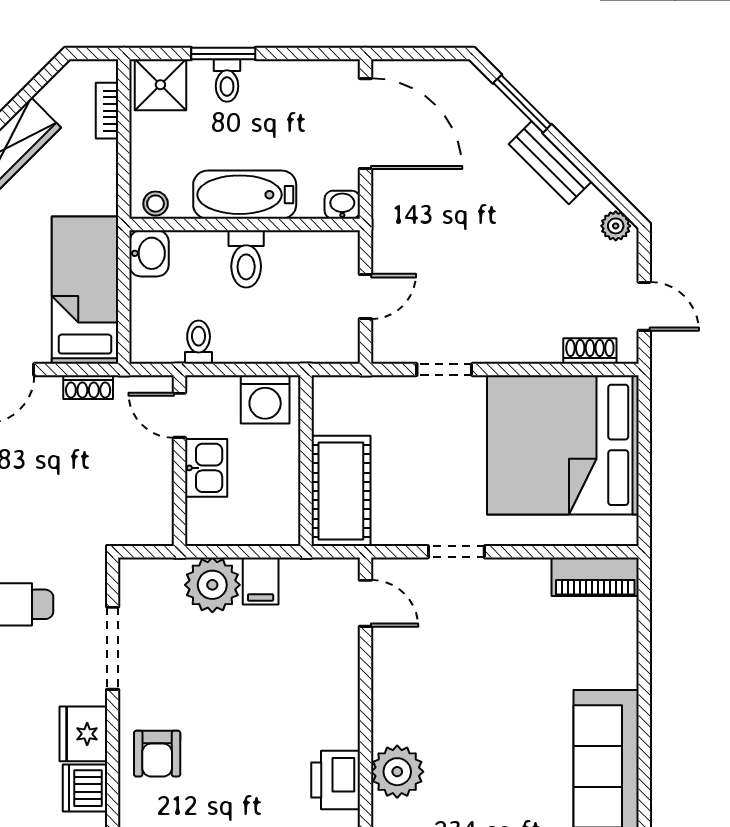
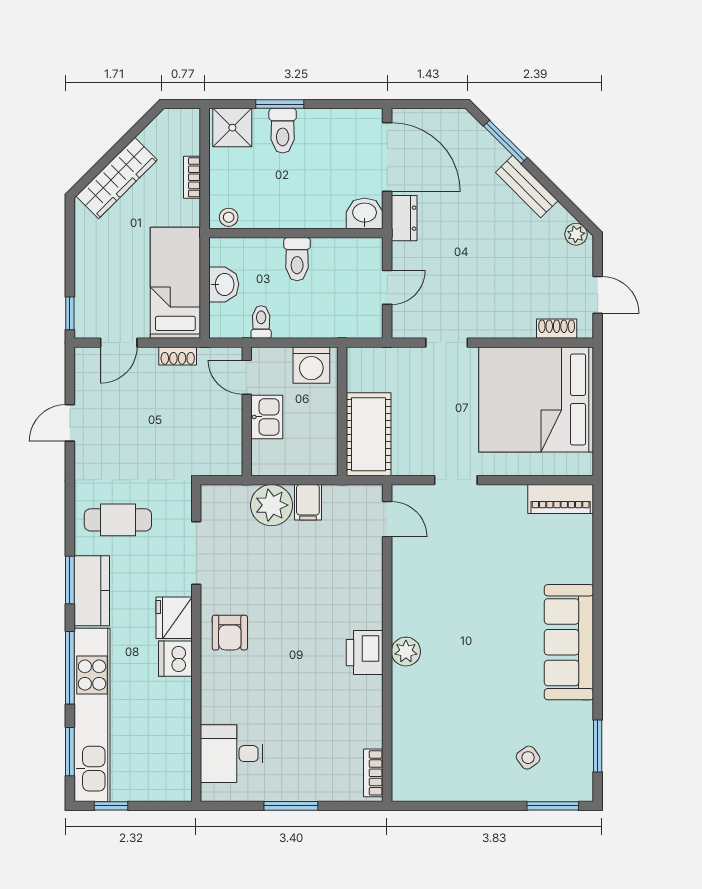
toilet: (227, 81) -> (283, 131), width x1.37, depth x1.39
bookcase: (107, 111) -> (192, 177), moved
bathtub: (245, 195) -> (296, 211), removed
washbasin: (342, 205) -> (365, 213), width x1.38, depth x1.45
dresser: (388, 205) -> (404, 218), added
washbasin: (149, 253) -> (224, 284), moved
plant: (397, 772) -> (406, 652), width x0.73, depth x0.73

